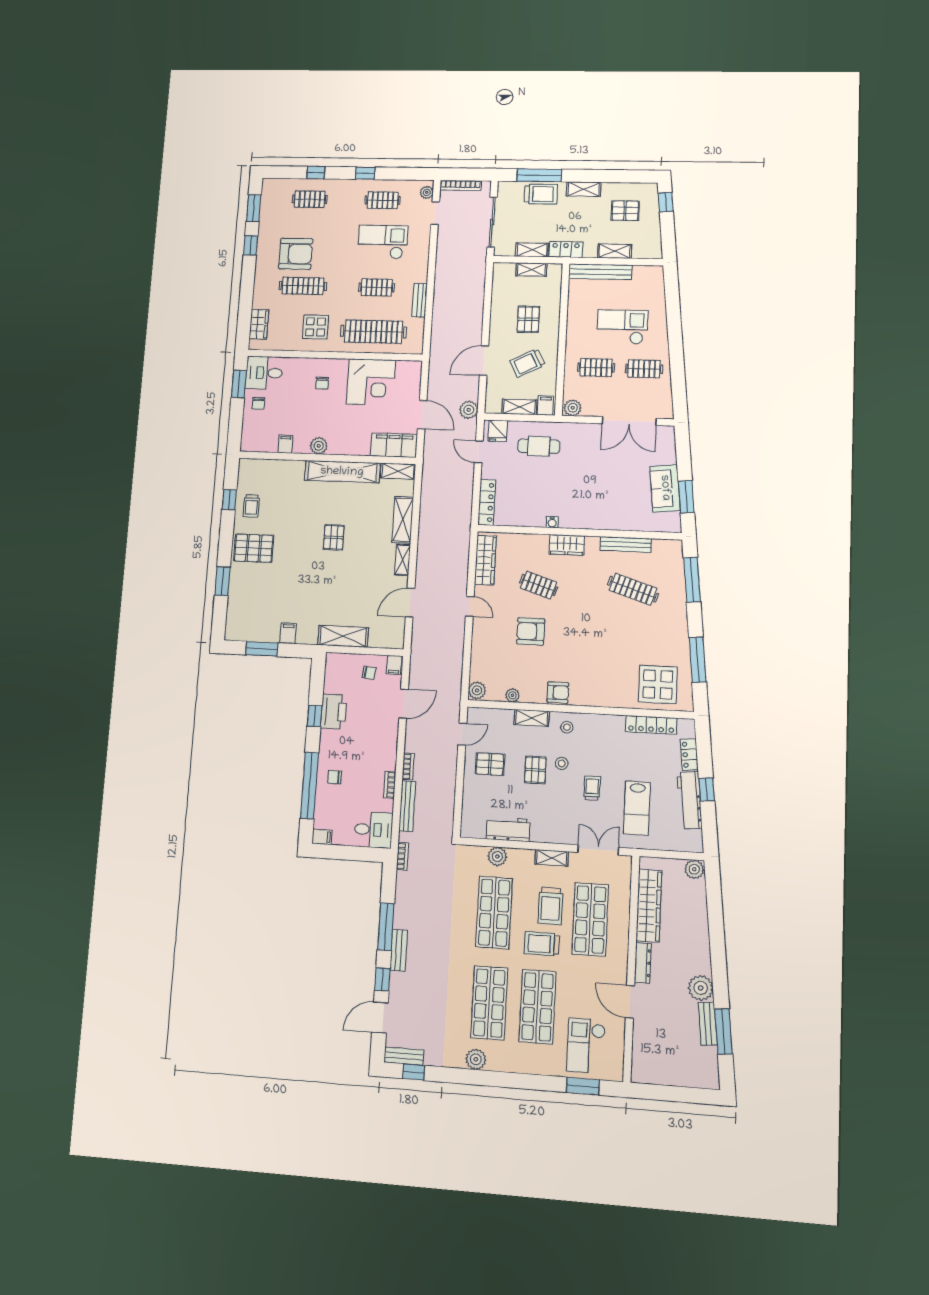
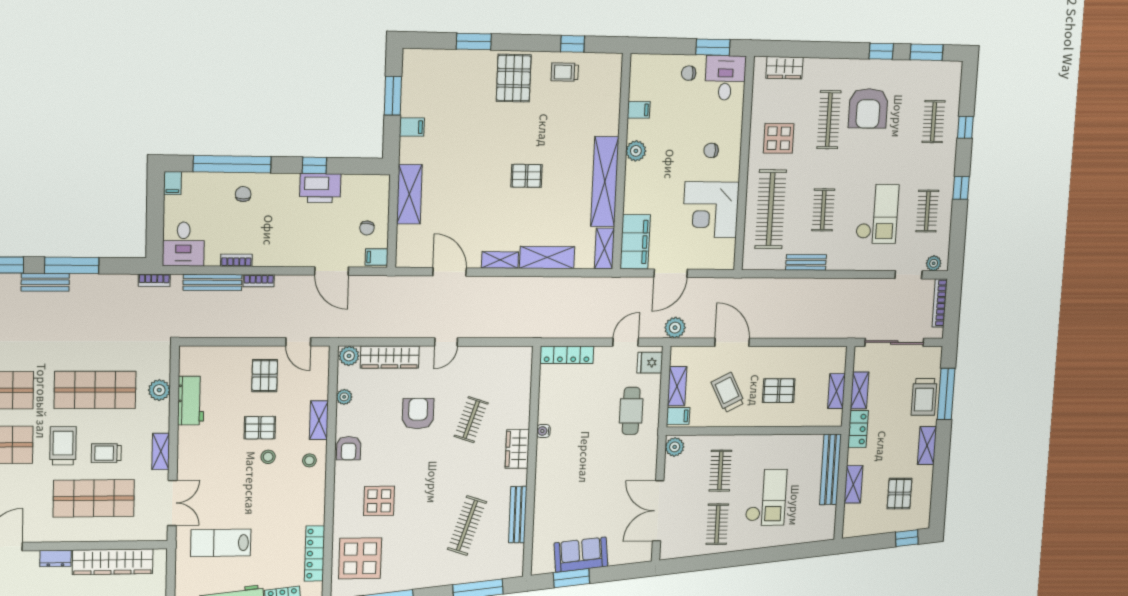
wardrobe: (485, 560) -> (390, 357), moved
display table: (607, 667) -> (379, 501), added
trolley: (592, 788) -> (242, 492), removed
trolley: (550, 906) -> (106, 453), width x0.73, depth x0.72
dresser: (643, 963) -> (55, 558), width x0.70

